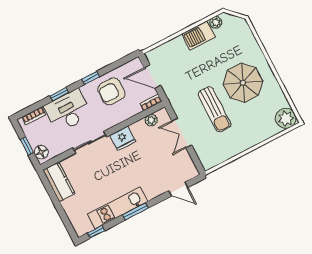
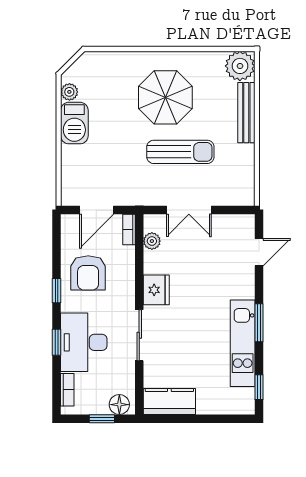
bench: (259, 137) -> (246, 113), added

